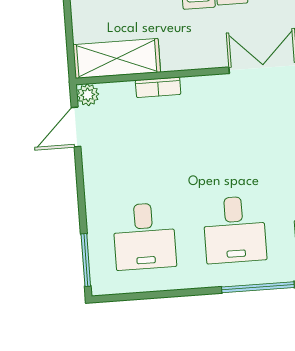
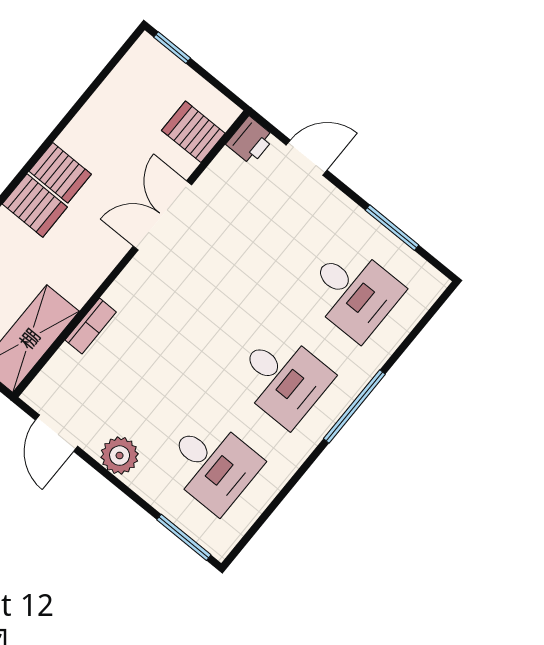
plant: (88, 95) -> (120, 456), moved, width x1.38, depth x1.38

